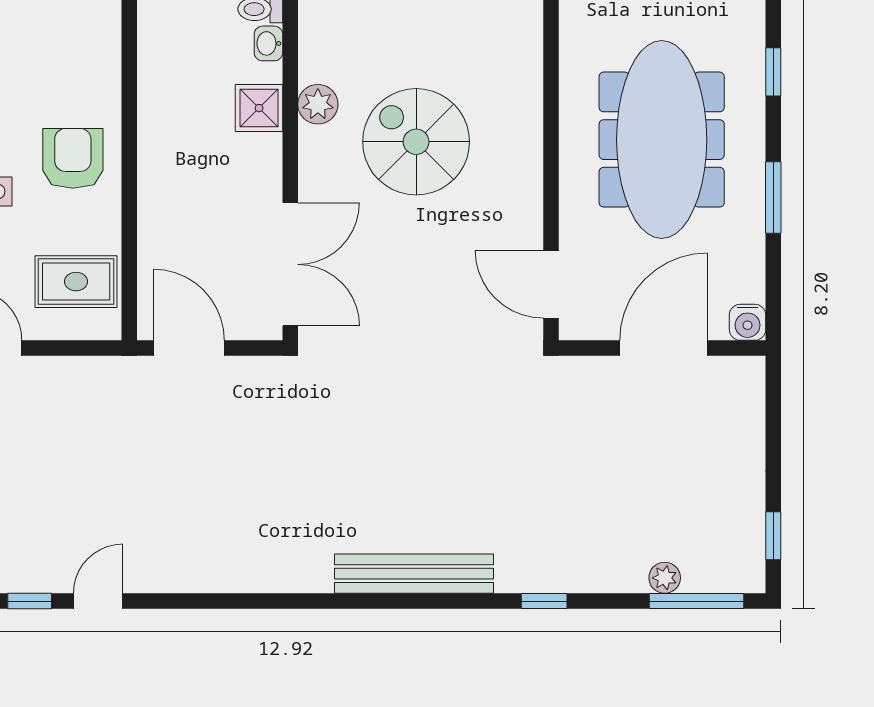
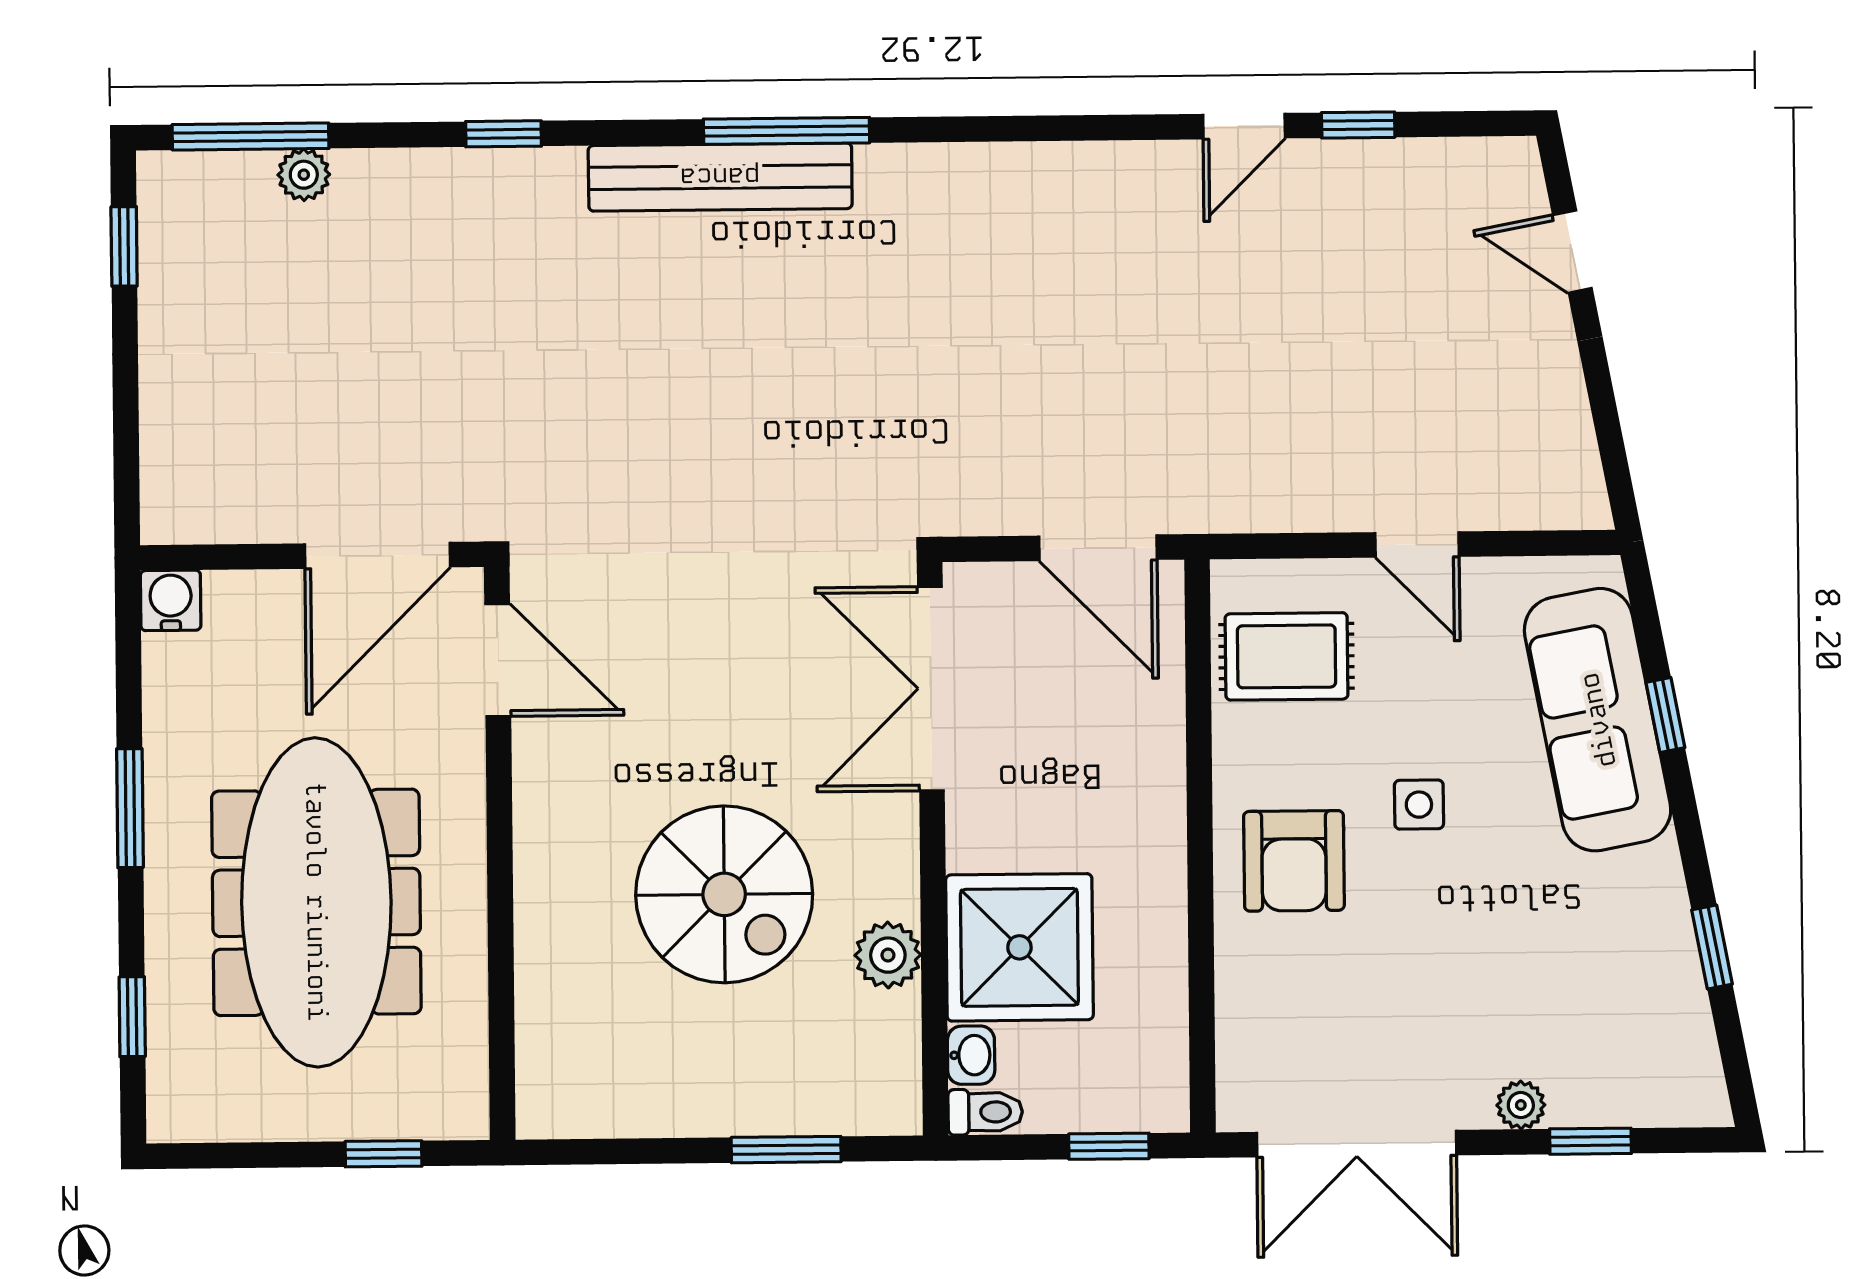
shower: (259, 108) -> (1019, 947), width x1.86, depth x1.86
door: (664, 348) -> (377, 555), moved
window: (374, 601) -> (787, 131), added

